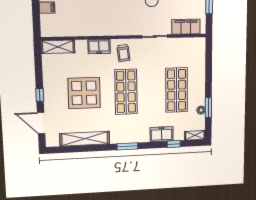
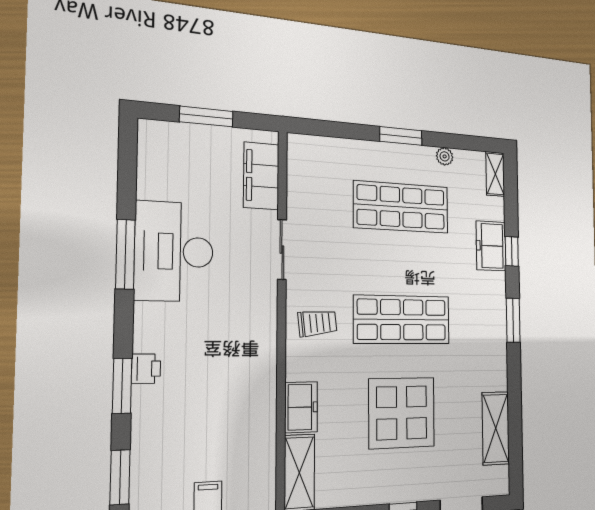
freezer: (99, 46) -> (301, 407), moved
window: (208, 108) -> (401, 136), moved
shelving: (85, 139) -> (496, 428), width x0.68
window: (174, 144) -> (512, 251), moved

